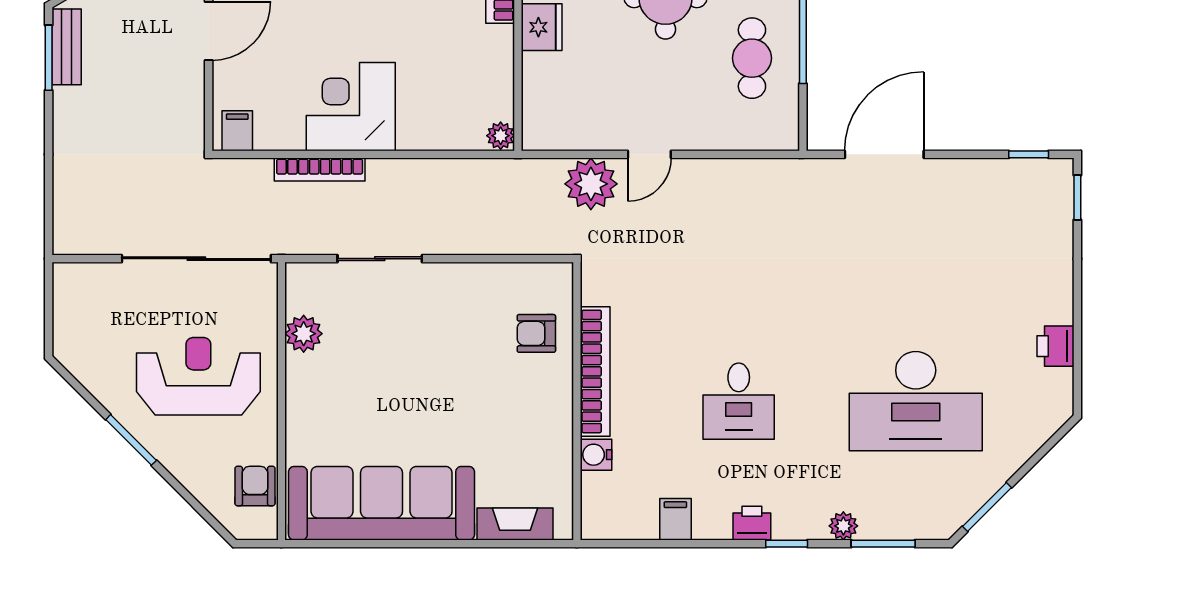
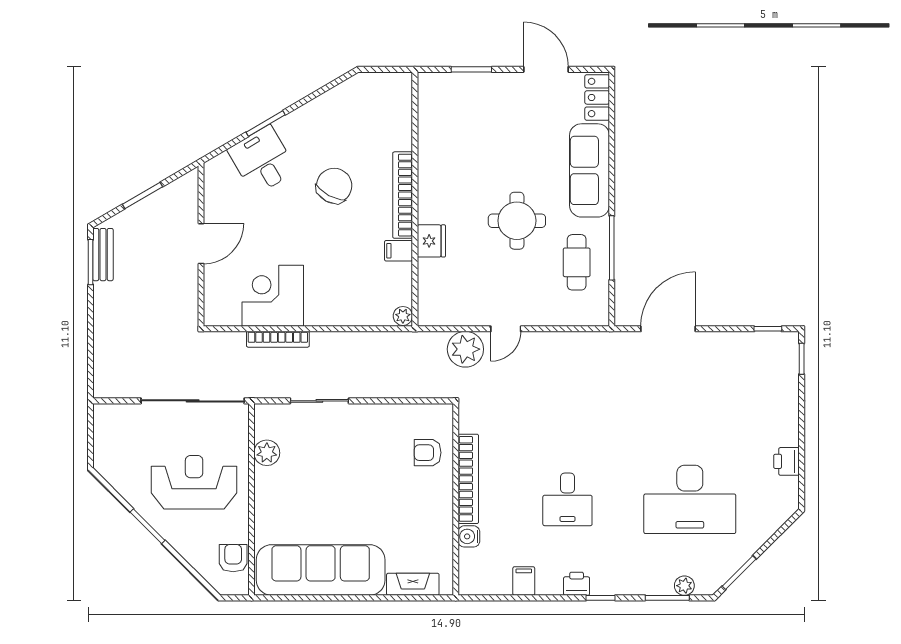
corner desk: (351, 107) -> (273, 296), moved
filing cabinet: (237, 131) -> (399, 251), moved, turned -90
plant: (843, 526) -> (684, 586), moved

